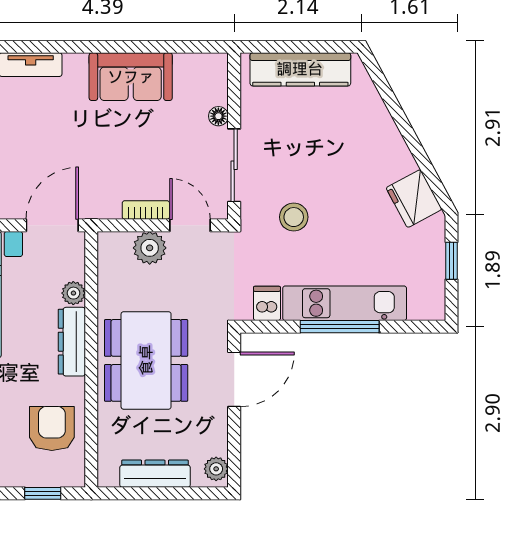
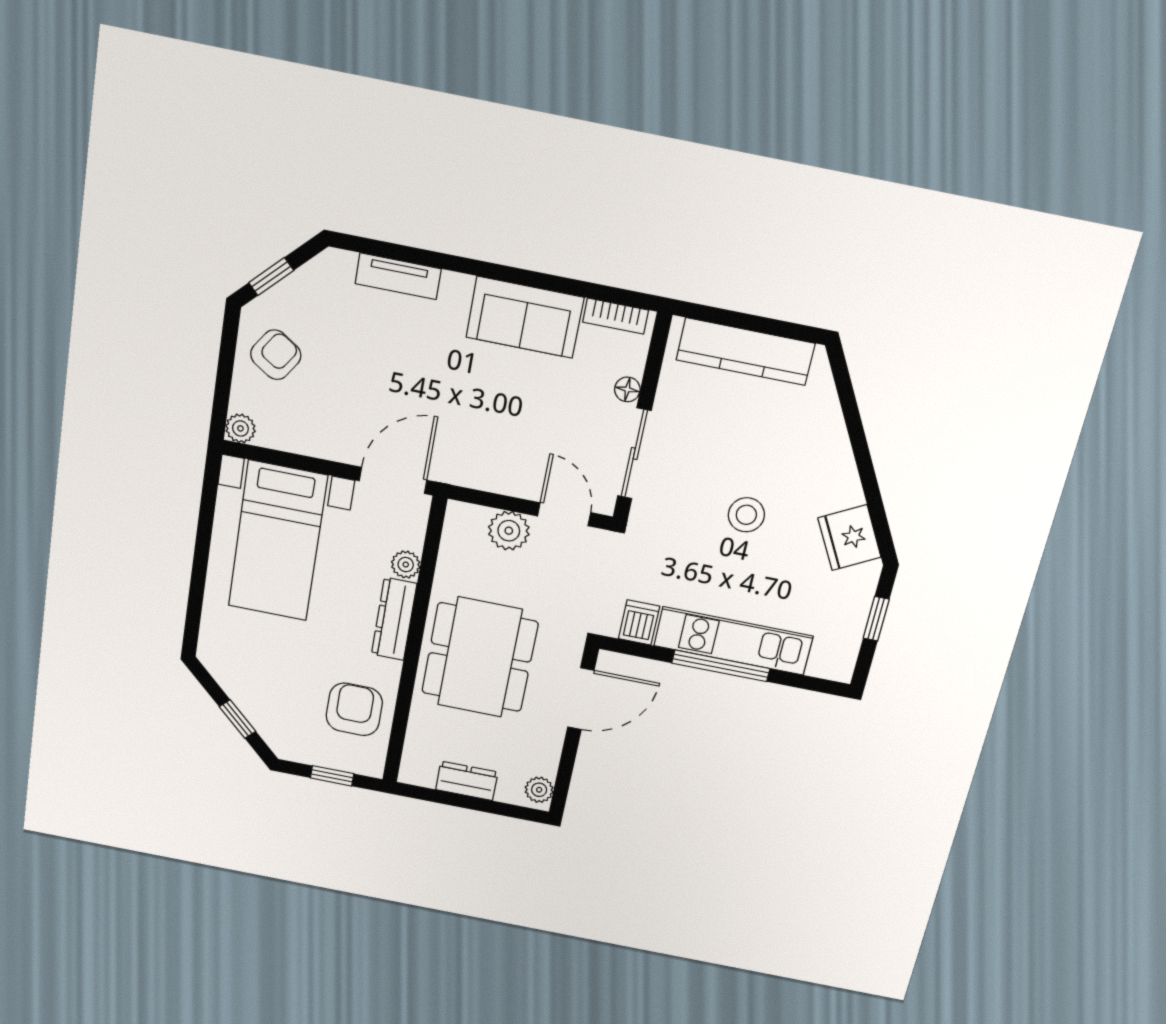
bookcase: (146, 210) -> (616, 316), moved, turned 180
stool: (294, 217) -> (746, 515), moved
dresser: (155, 474) -> (467, 781), width x0.70

